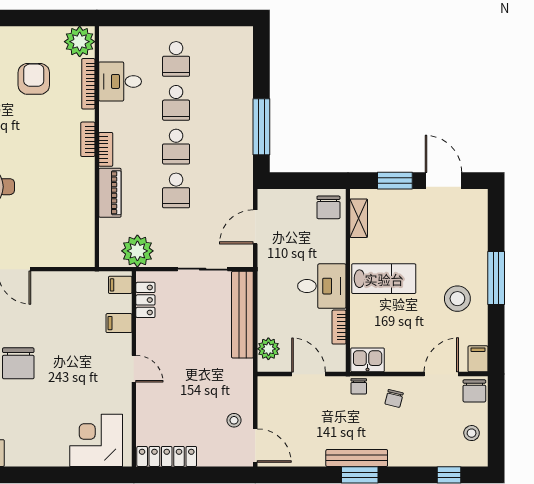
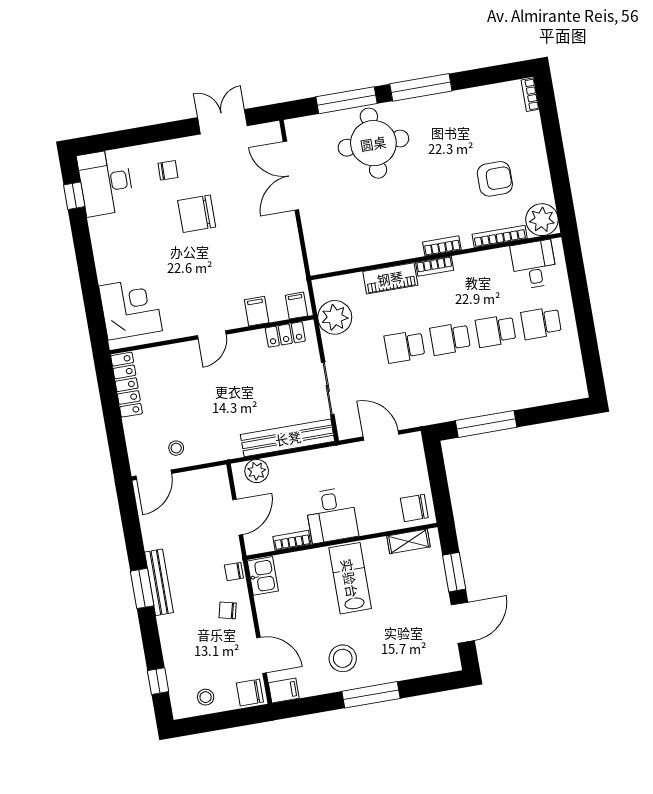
desk: (120, 81) -> (534, 264), moved
lab bench: (384, 279) -> (350, 578), turned 180

